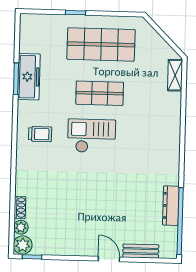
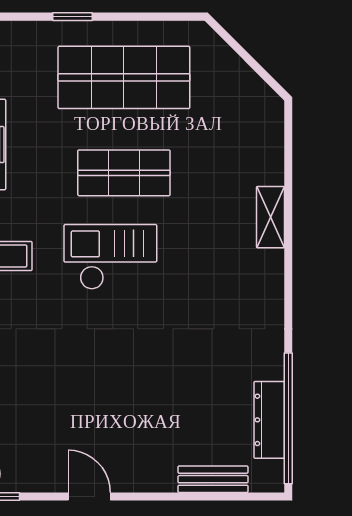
shelving: (175, 75) -> (270, 217), moved
dresser: (171, 206) -> (269, 420), moved
door: (109, 259) -> (89, 497), moved

